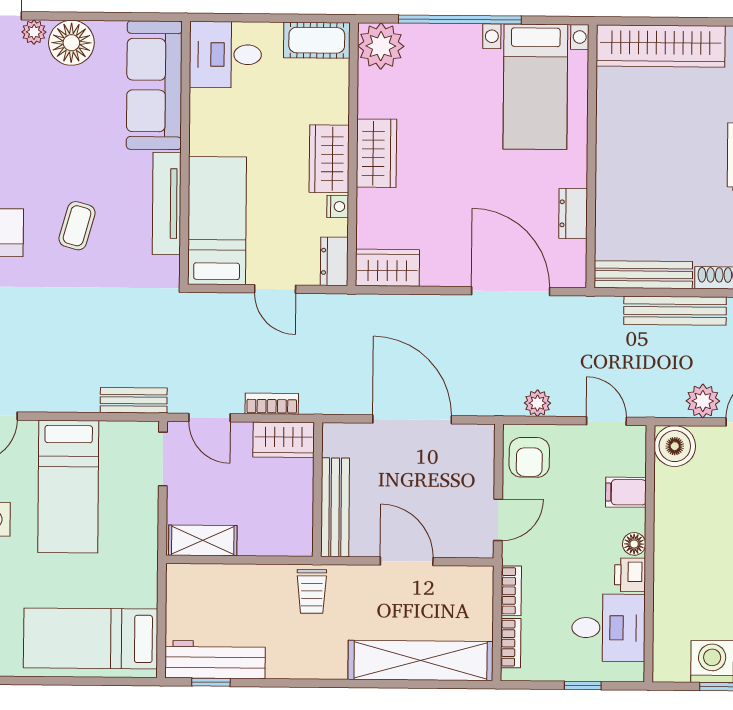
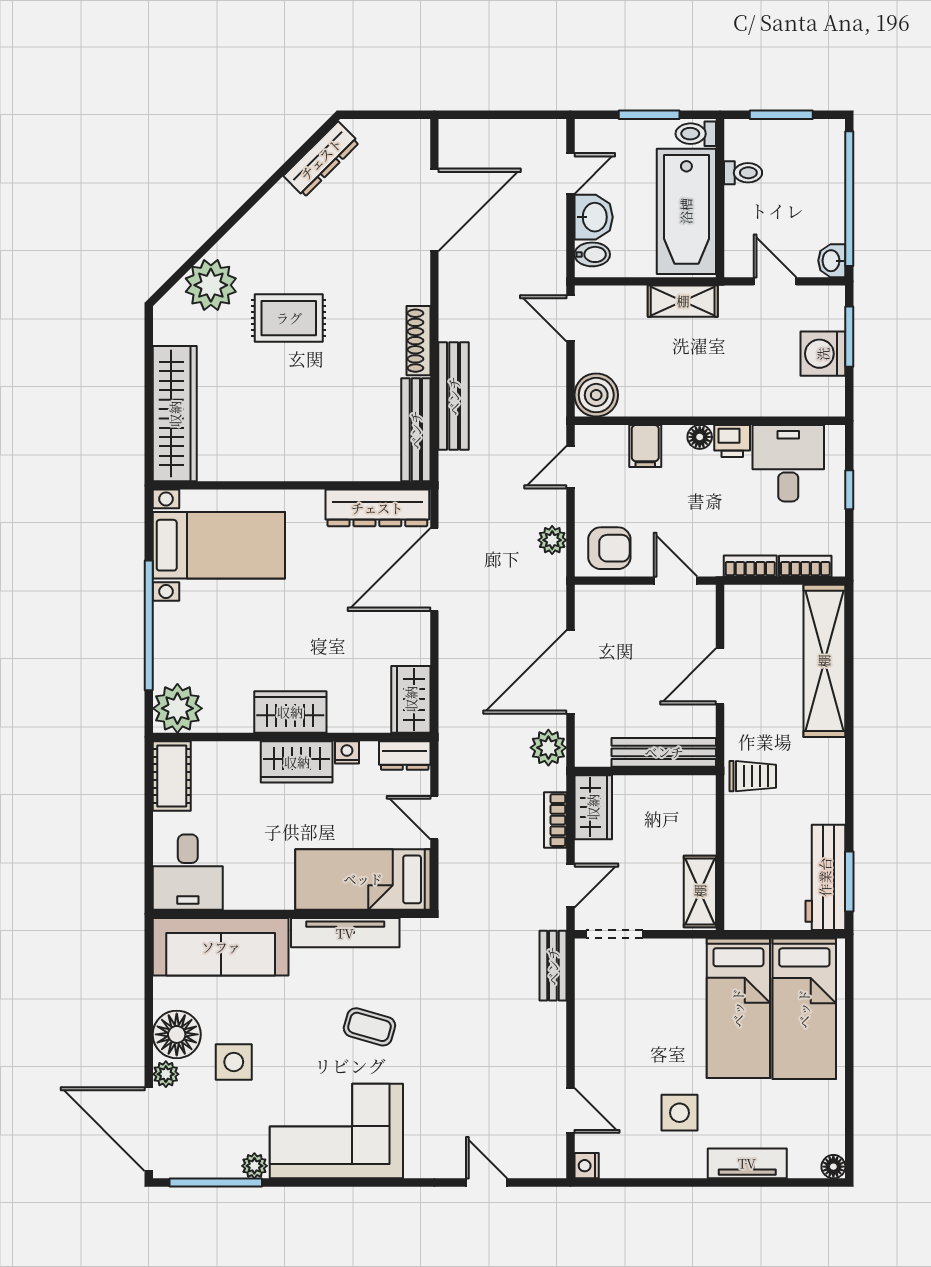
side table: (45, 97) -> (234, 1062), added
dresser: (573, 213) -> (377, 508), width x1.96, depth x1.24
door: (275, 289) -> (434, 818), swing flipped
plant: (703, 401) -> (548, 748), moved
bed: (68, 487) -> (738, 1008), moved, turned 90
window: (211, 682) -> (849, 882), width x1.50

